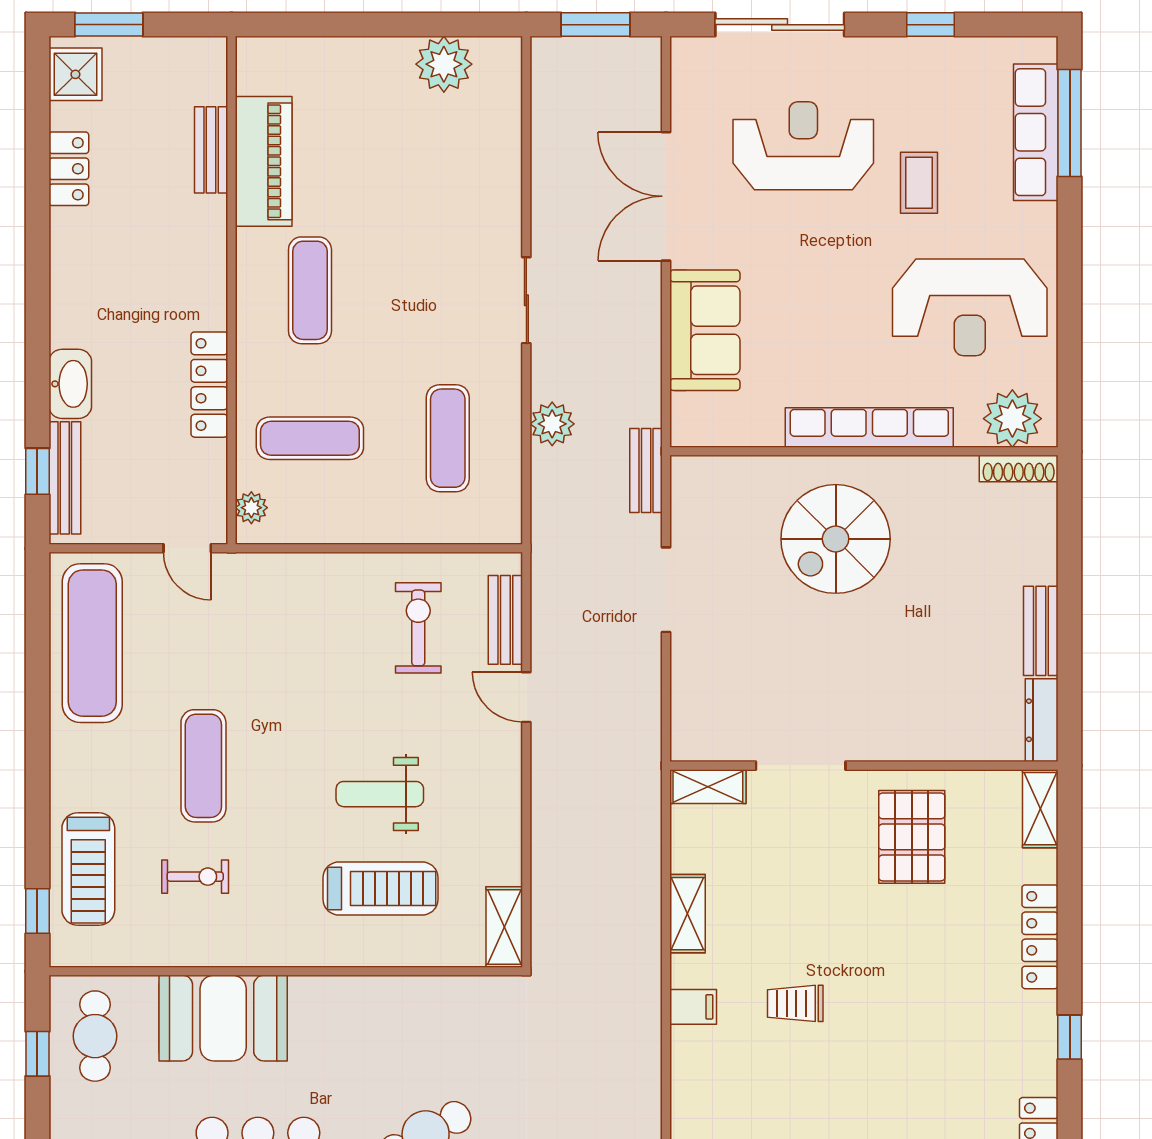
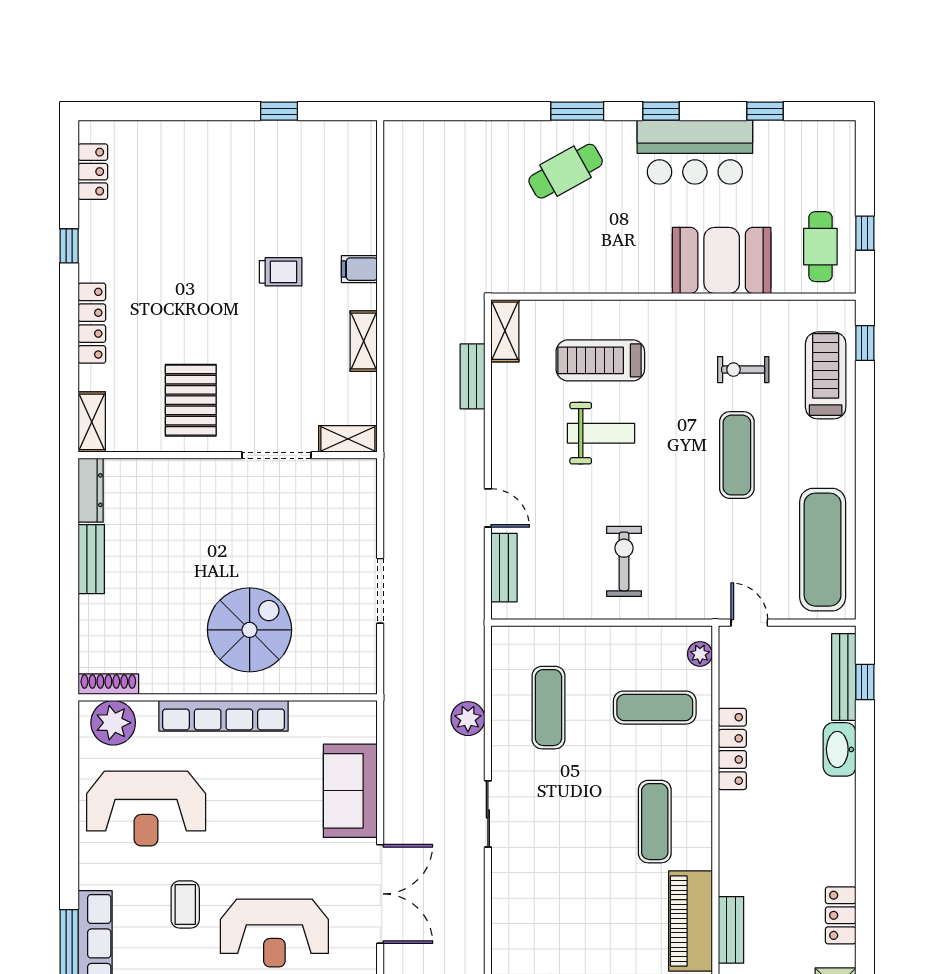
reception desk: (970, 307) -> (146, 808), turned 180
bench: (646, 470) -> (473, 376), moved
exercise bike: (418, 628) -> (624, 561), moved, turned 180

